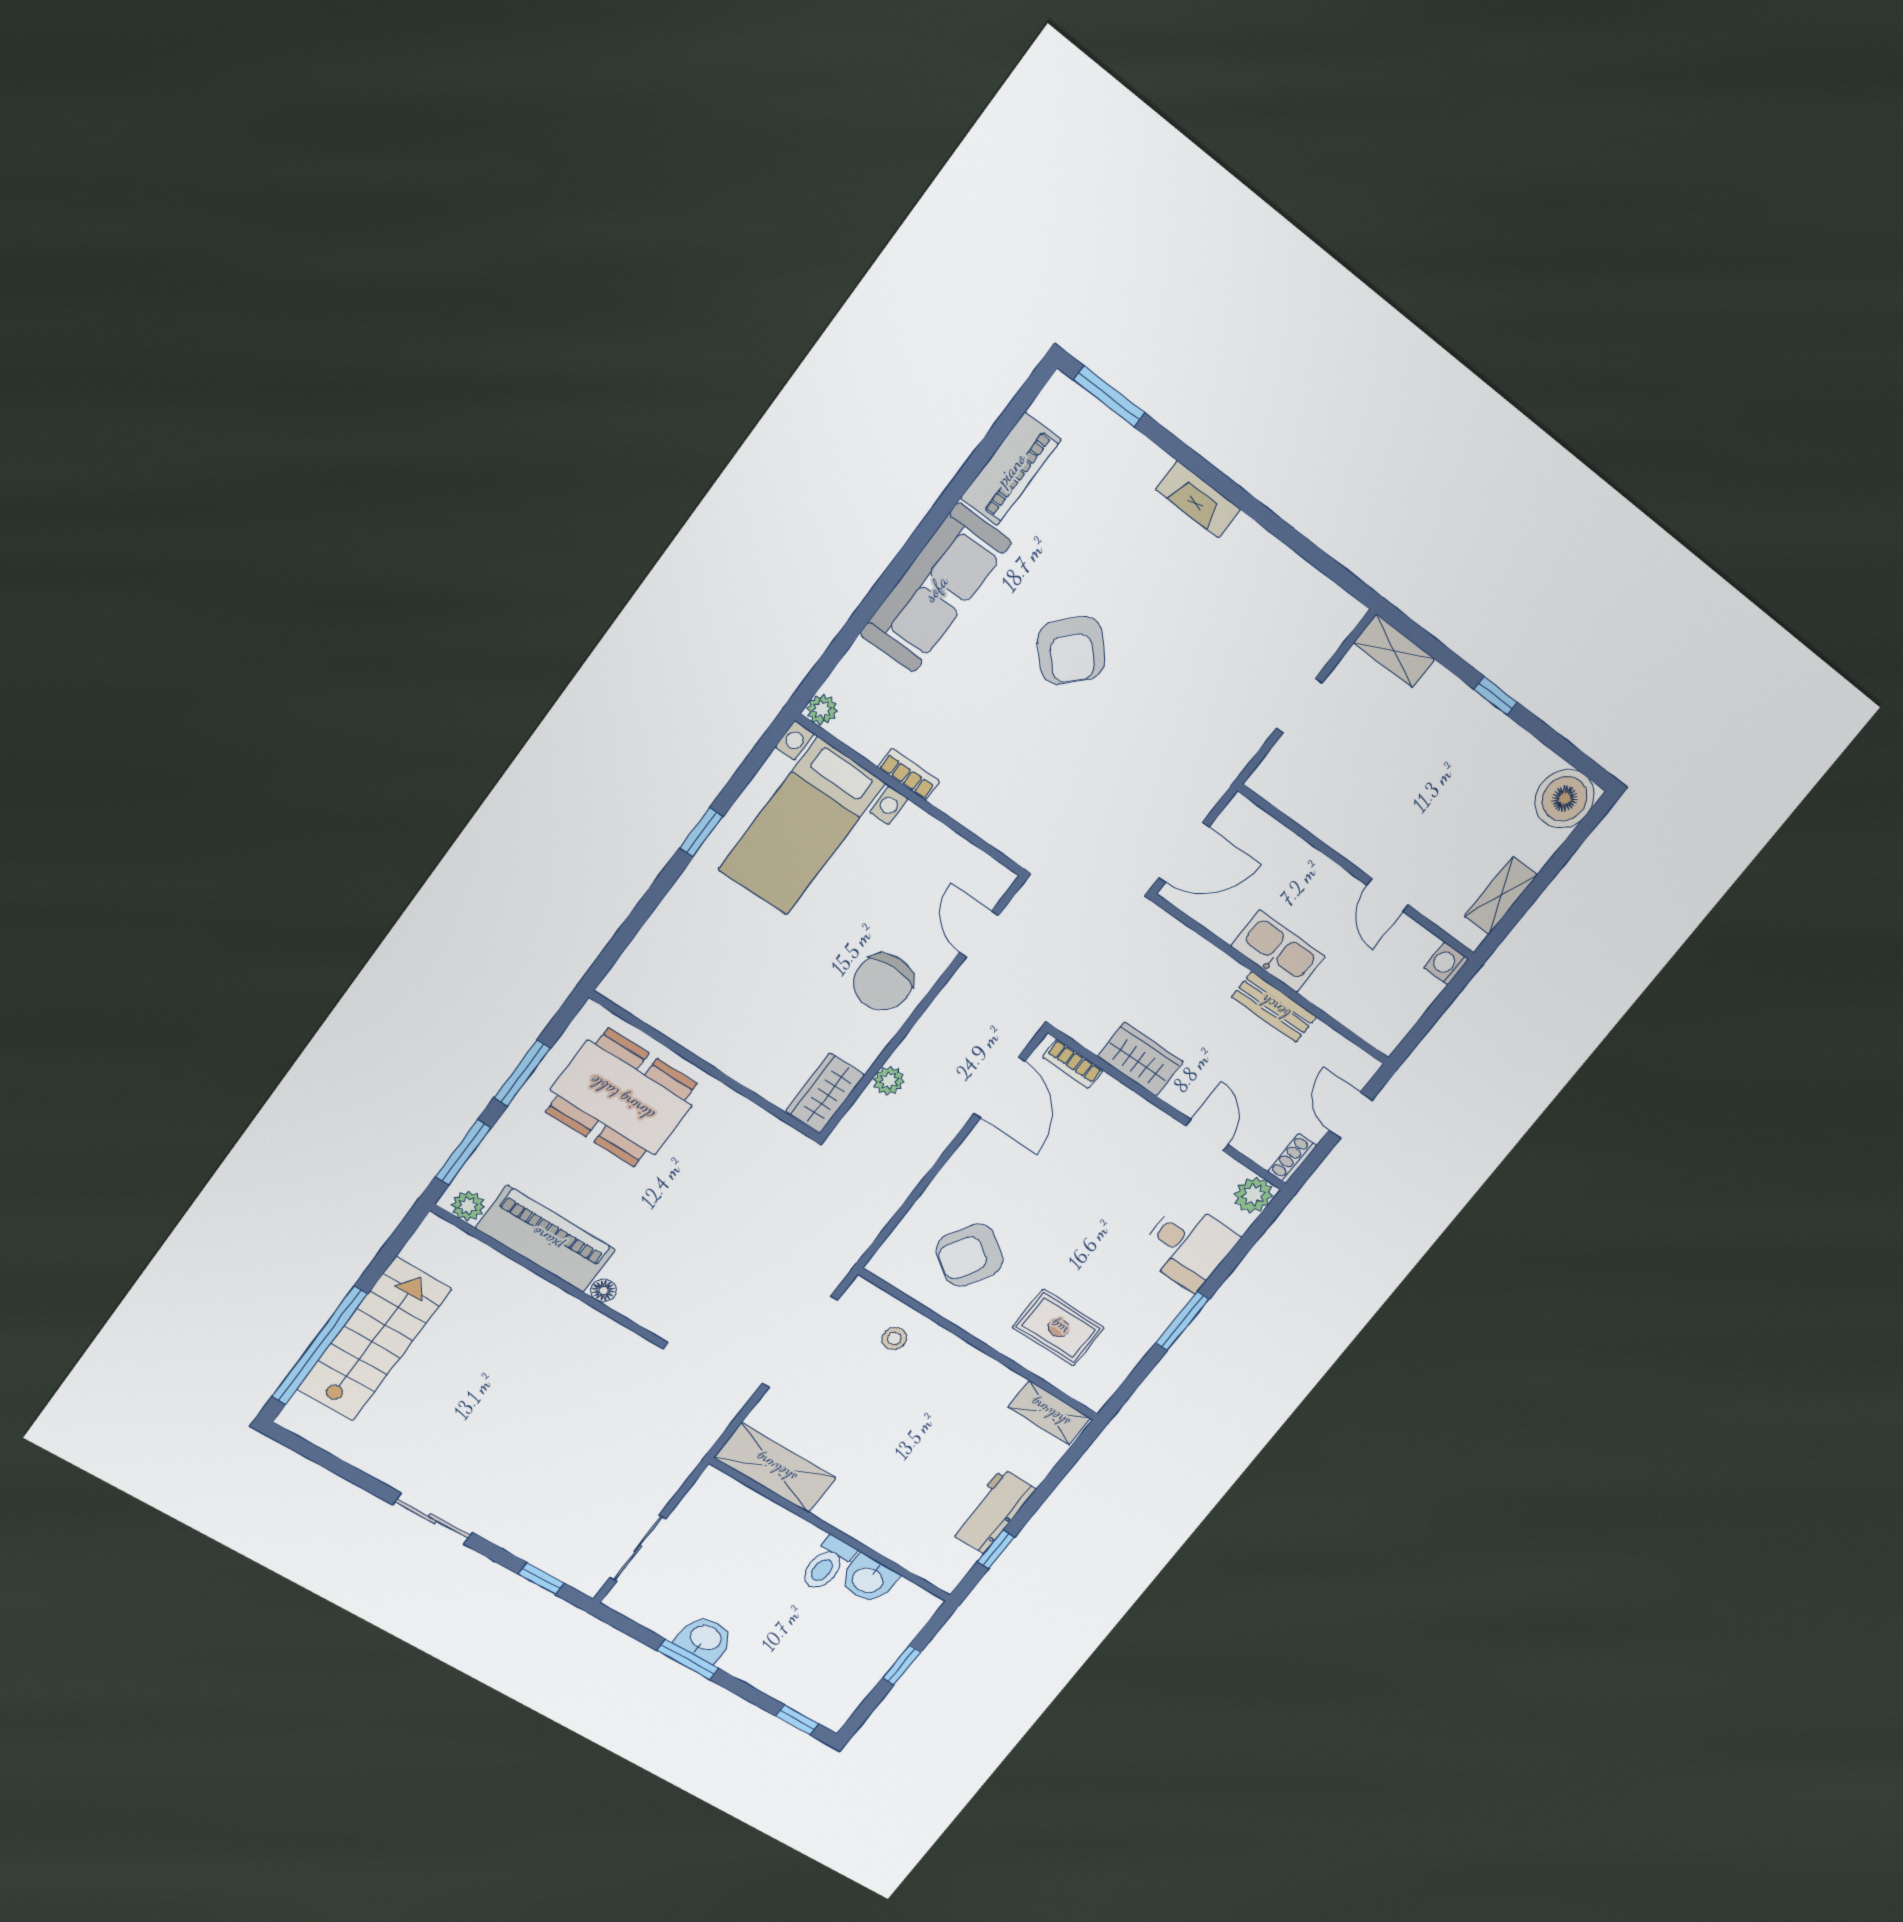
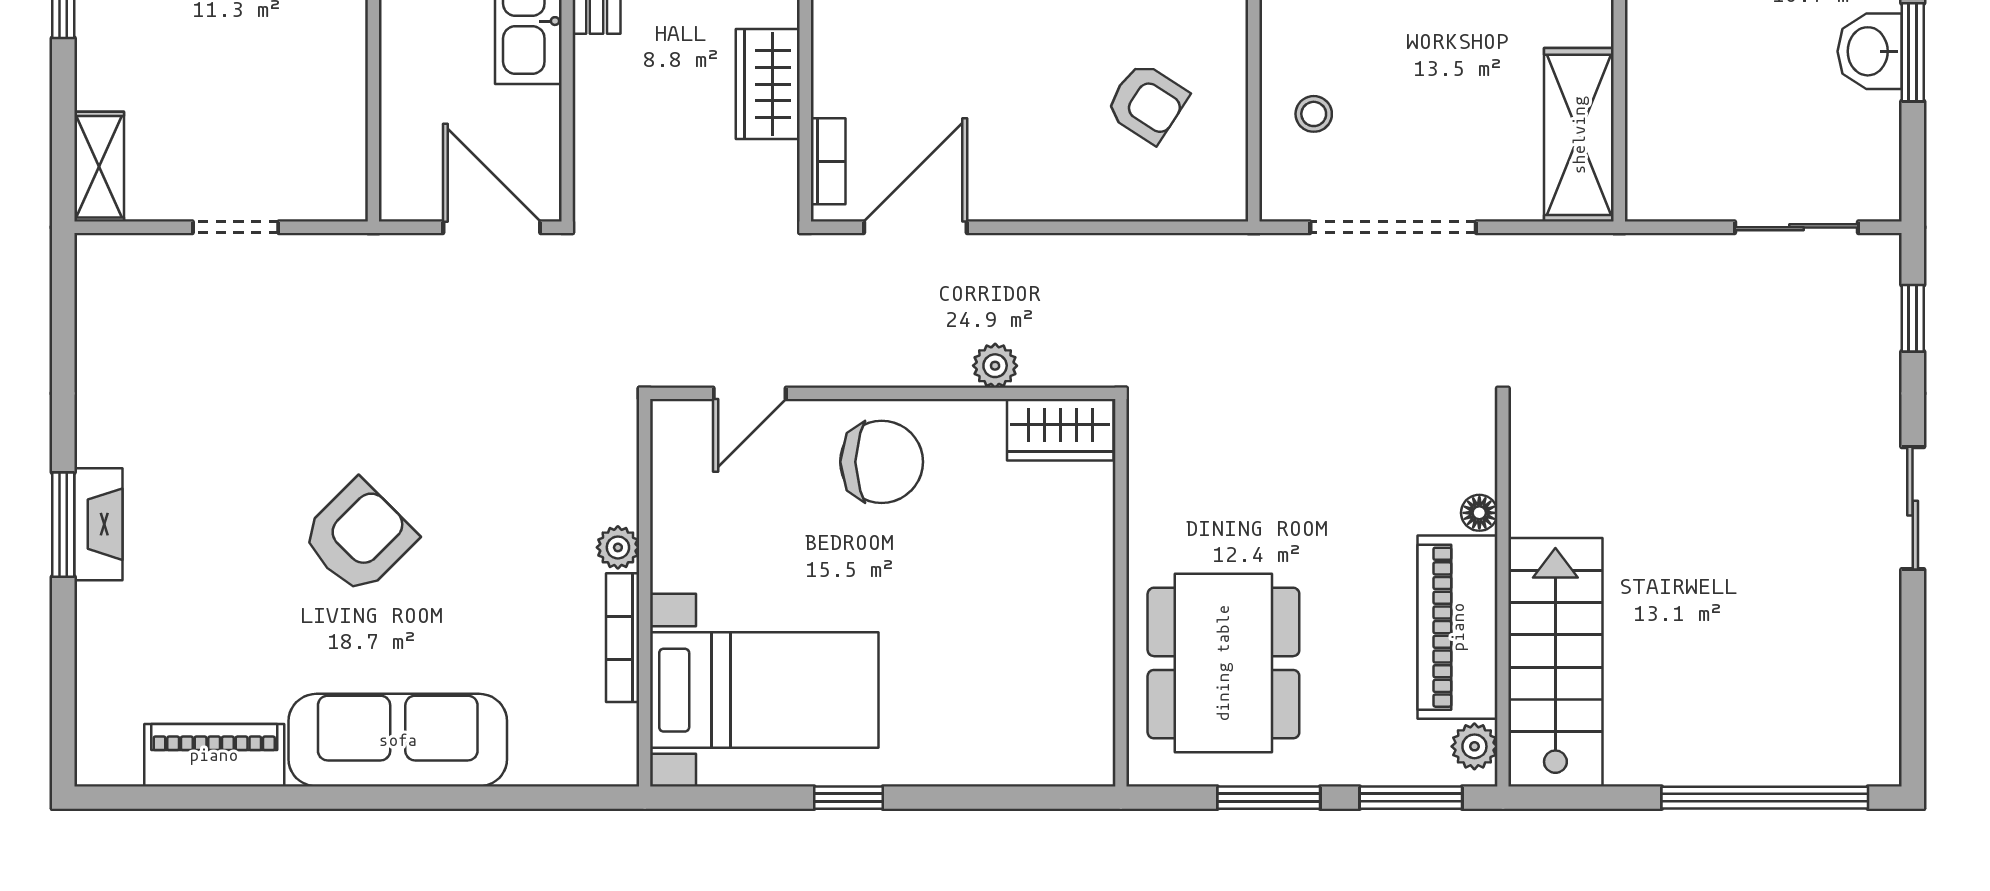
window: (1109, 396) -> (63, 525), moved
plant: (822, 710) -> (618, 547), moved
bookcase: (909, 774) -> (623, 638), width x1.56
armchair: (969, 1255) -> (1147, 103), width x0.72, depth x0.72
stairs: (374, 1339) -> (1555, 662), moved, turned 90

